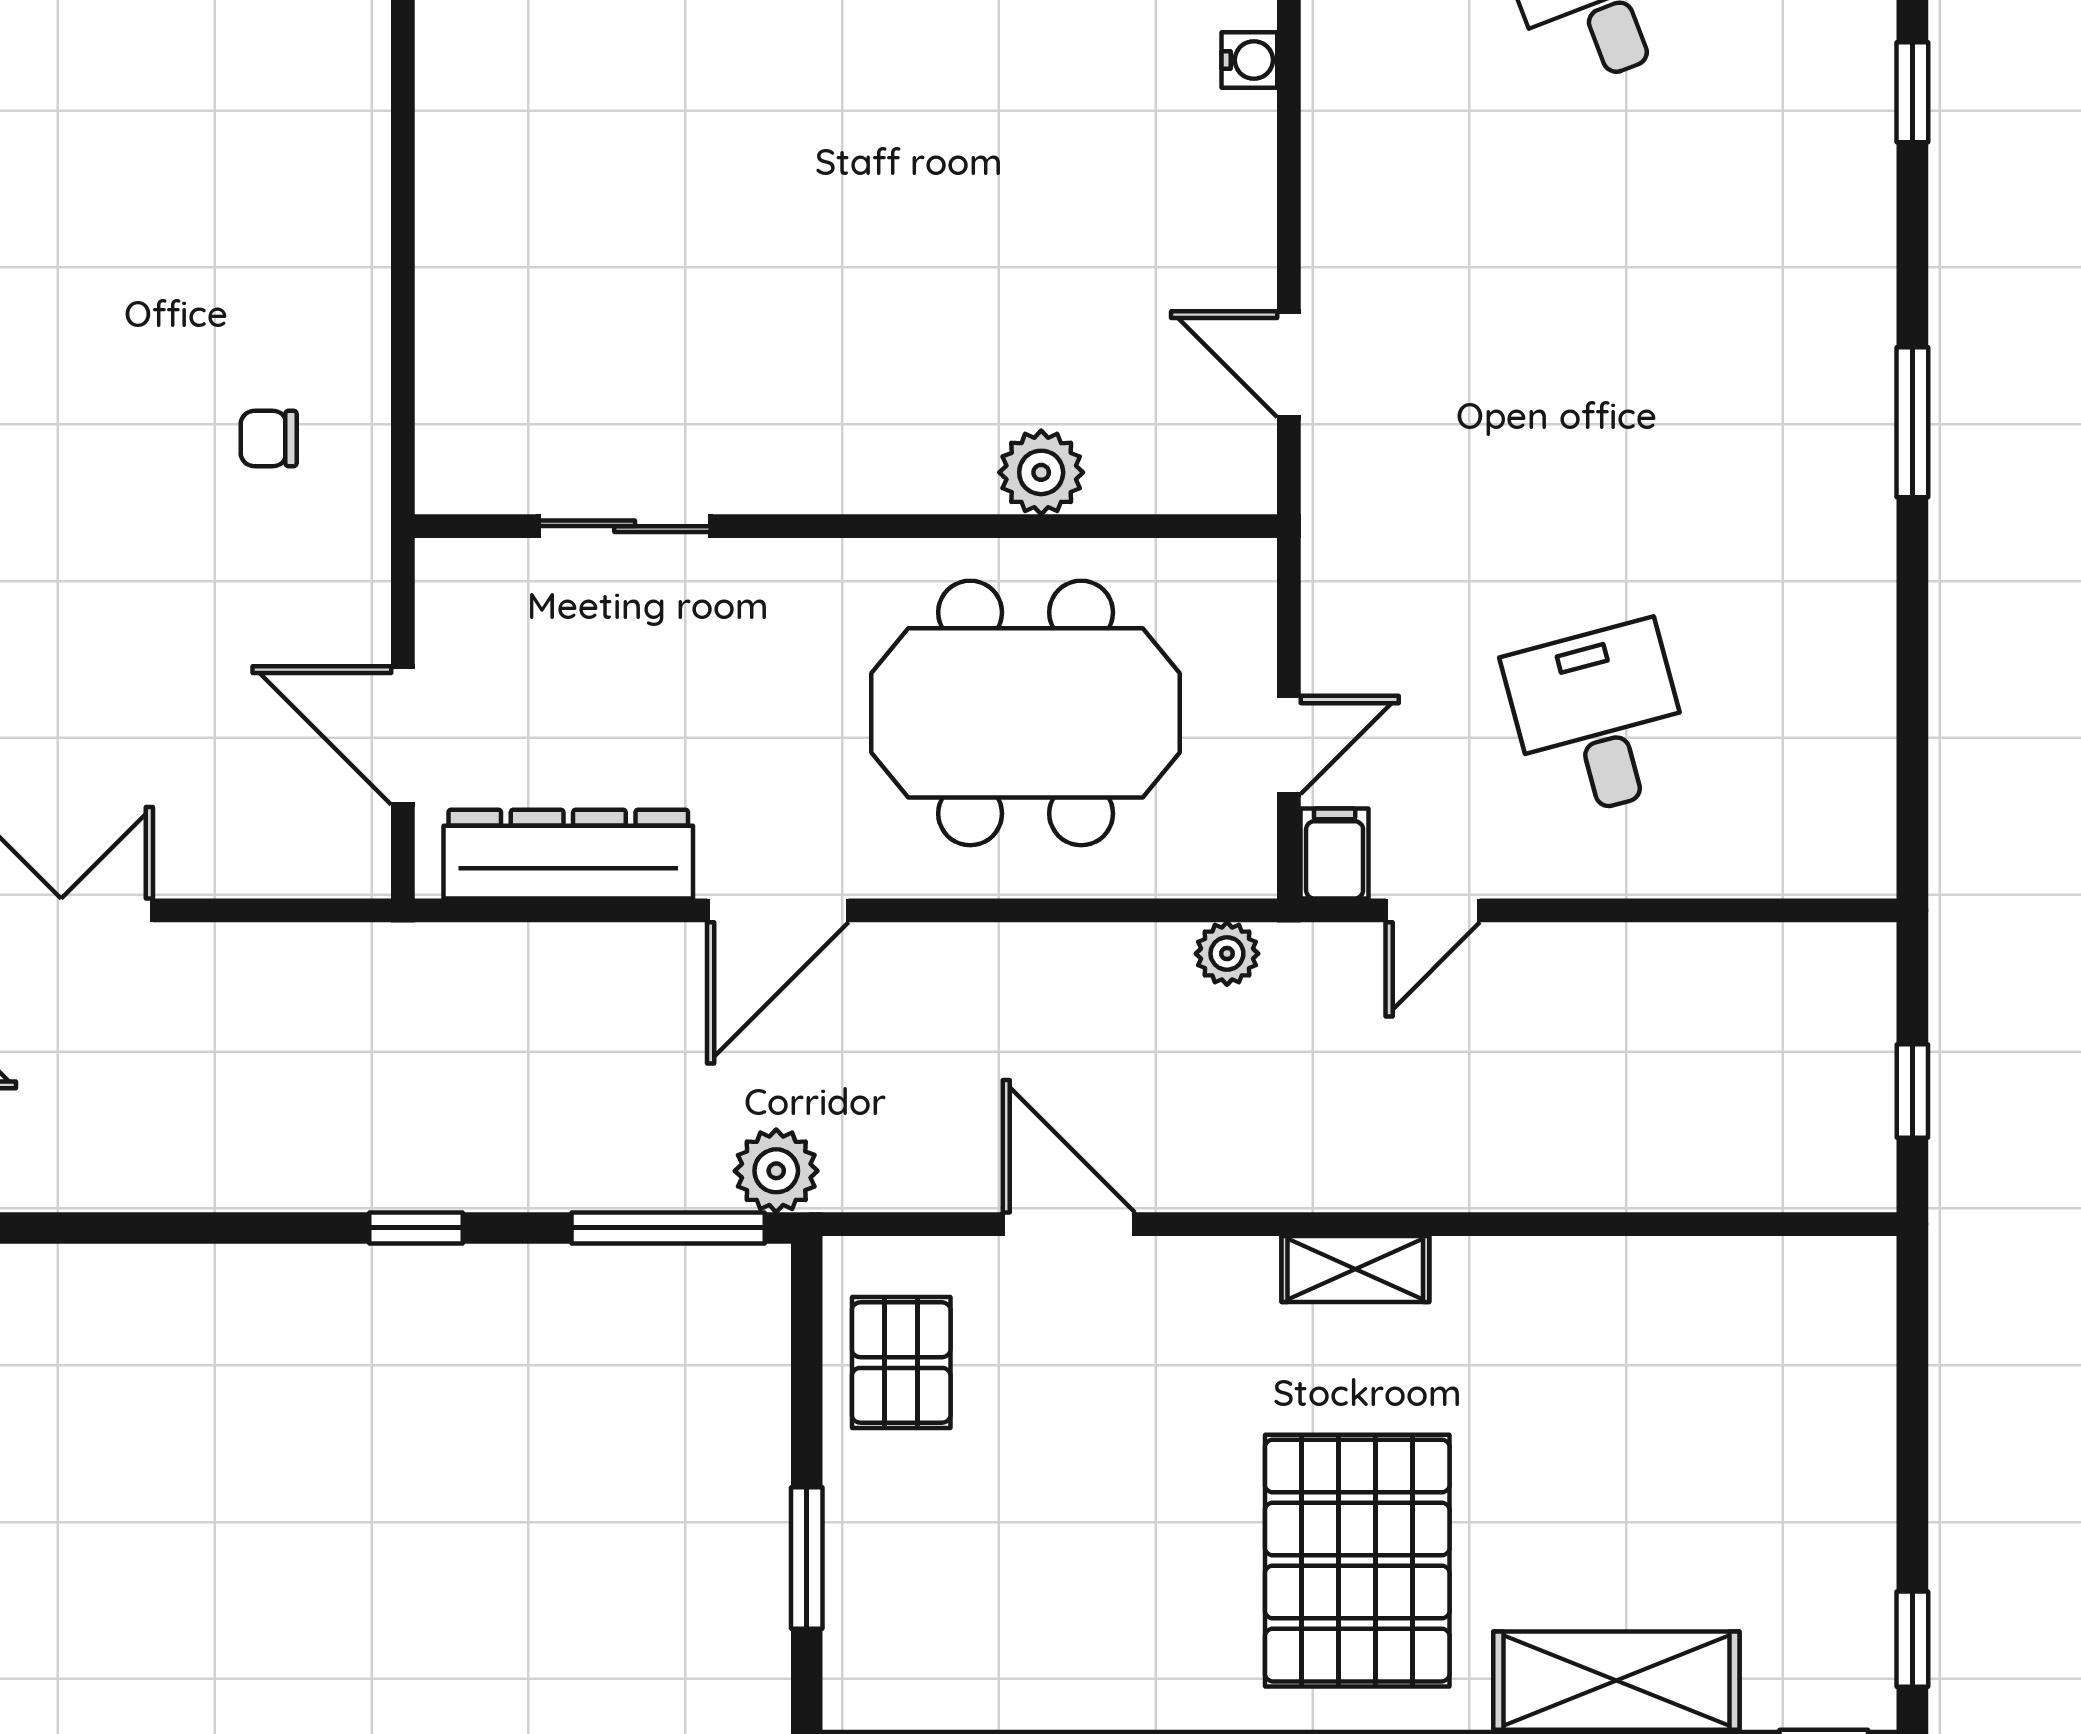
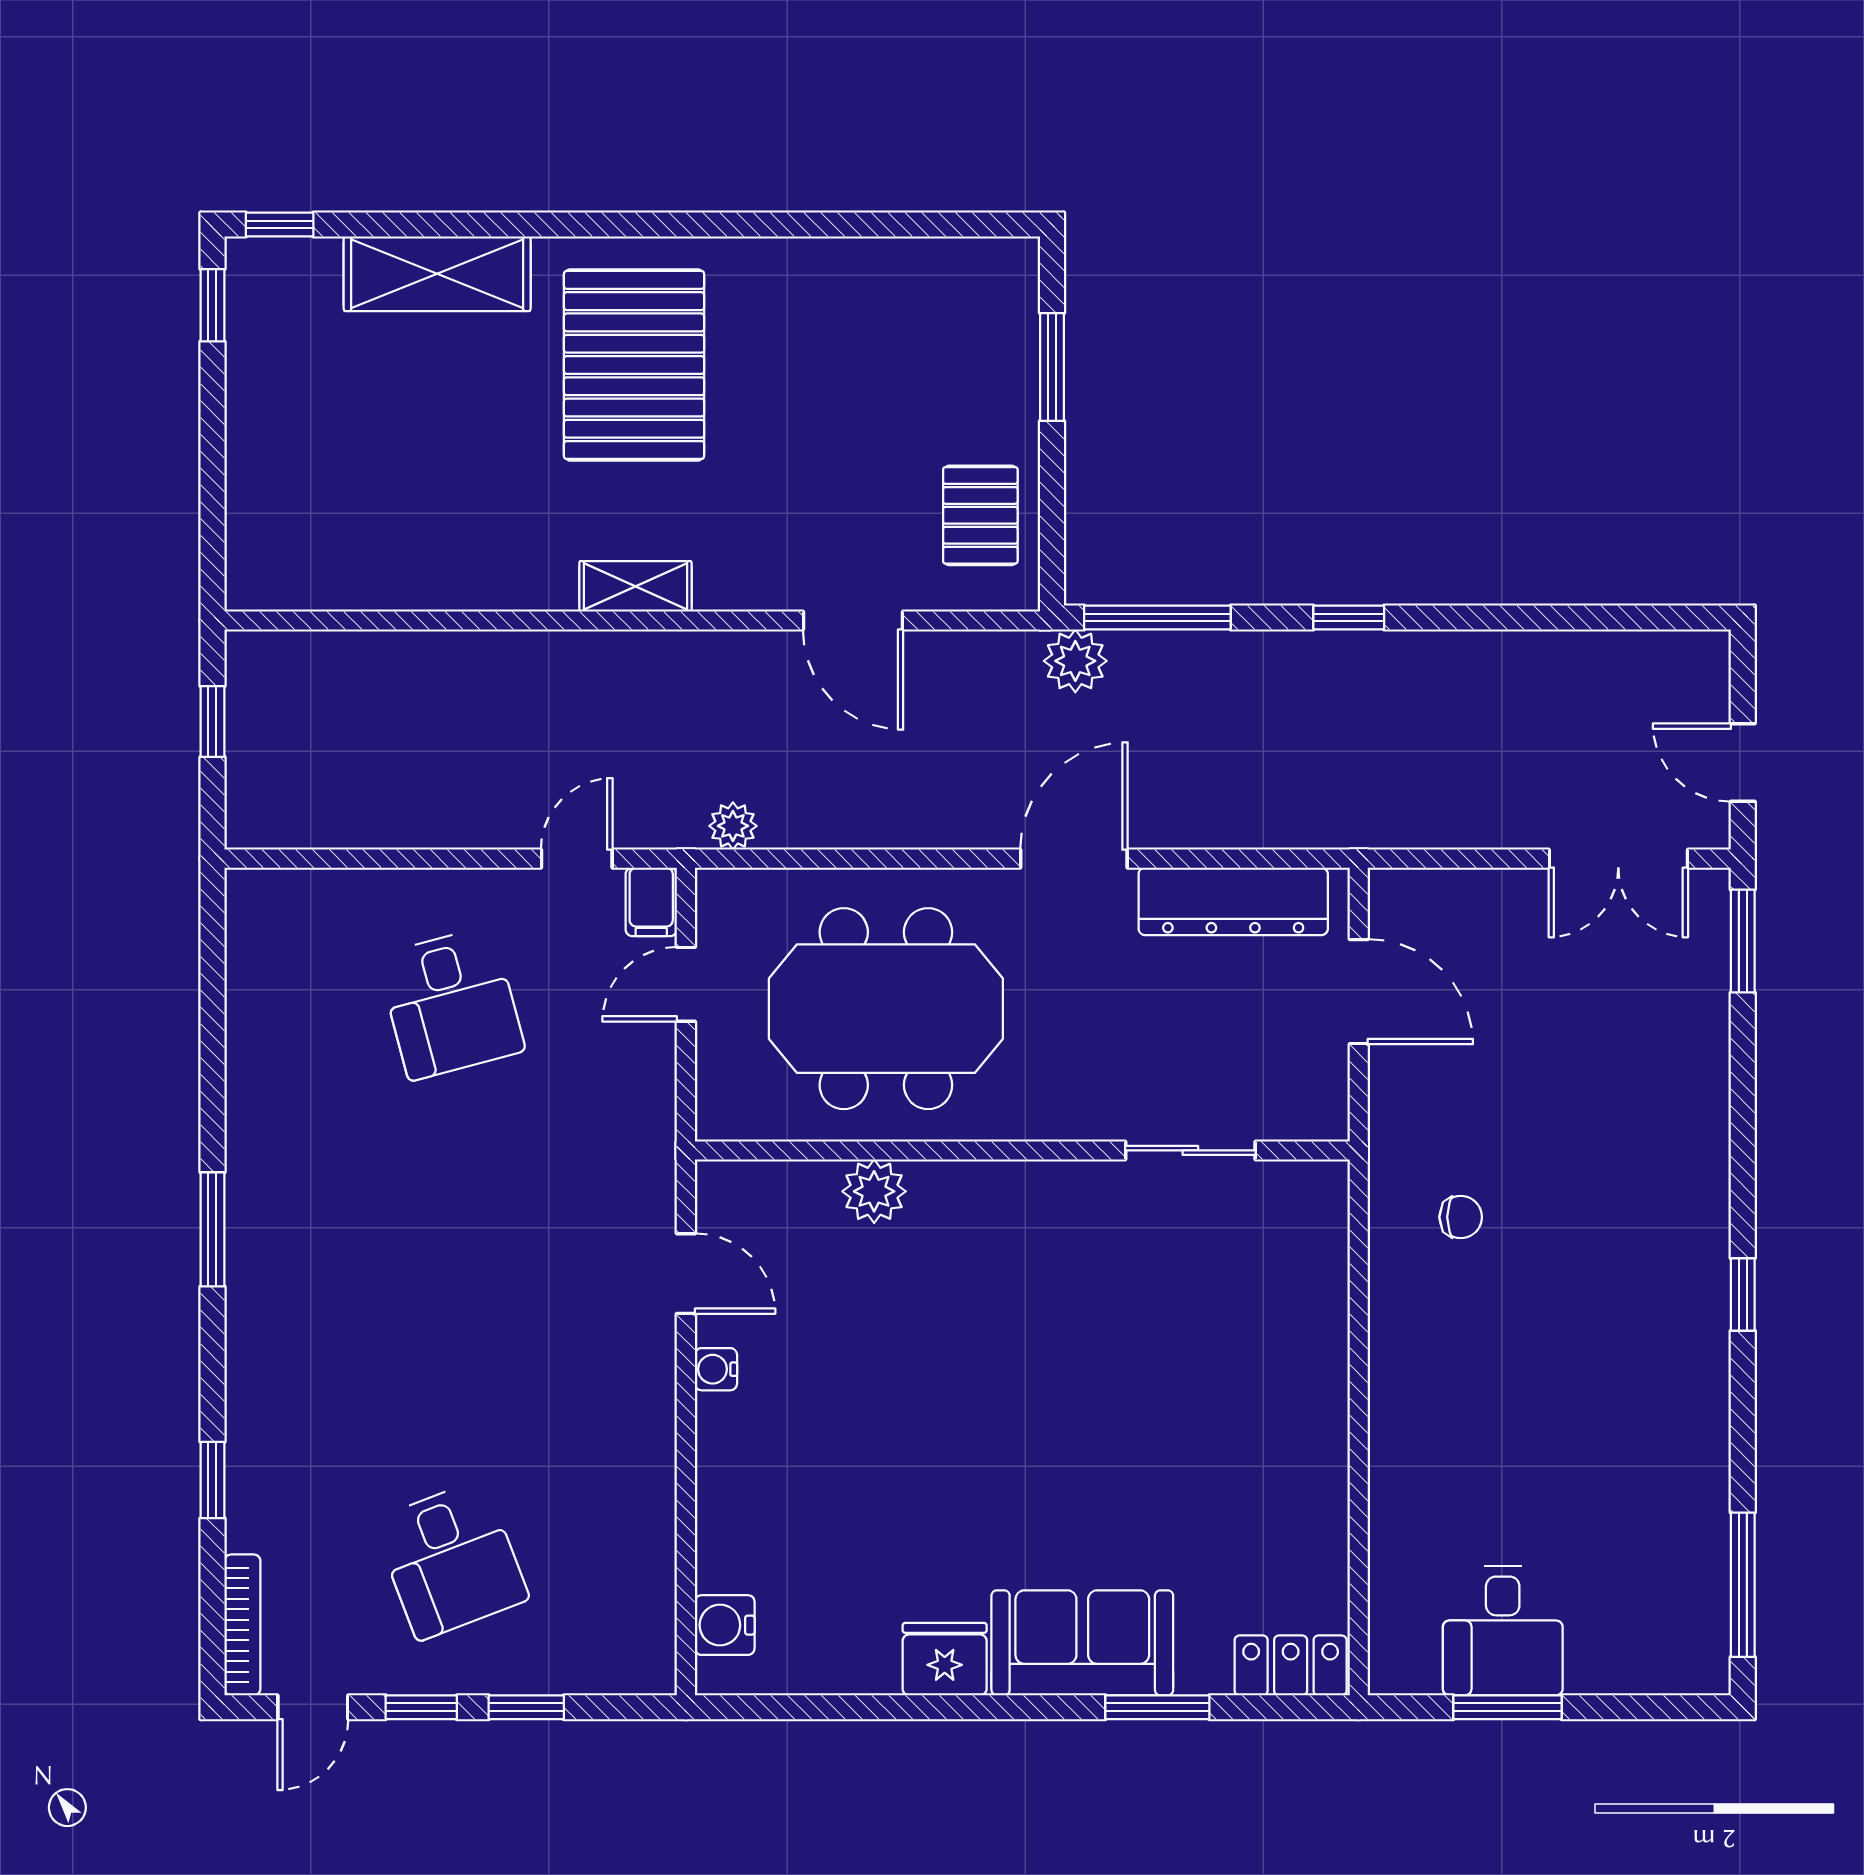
water cooler: (1249, 60) -> (716, 1369), moved

